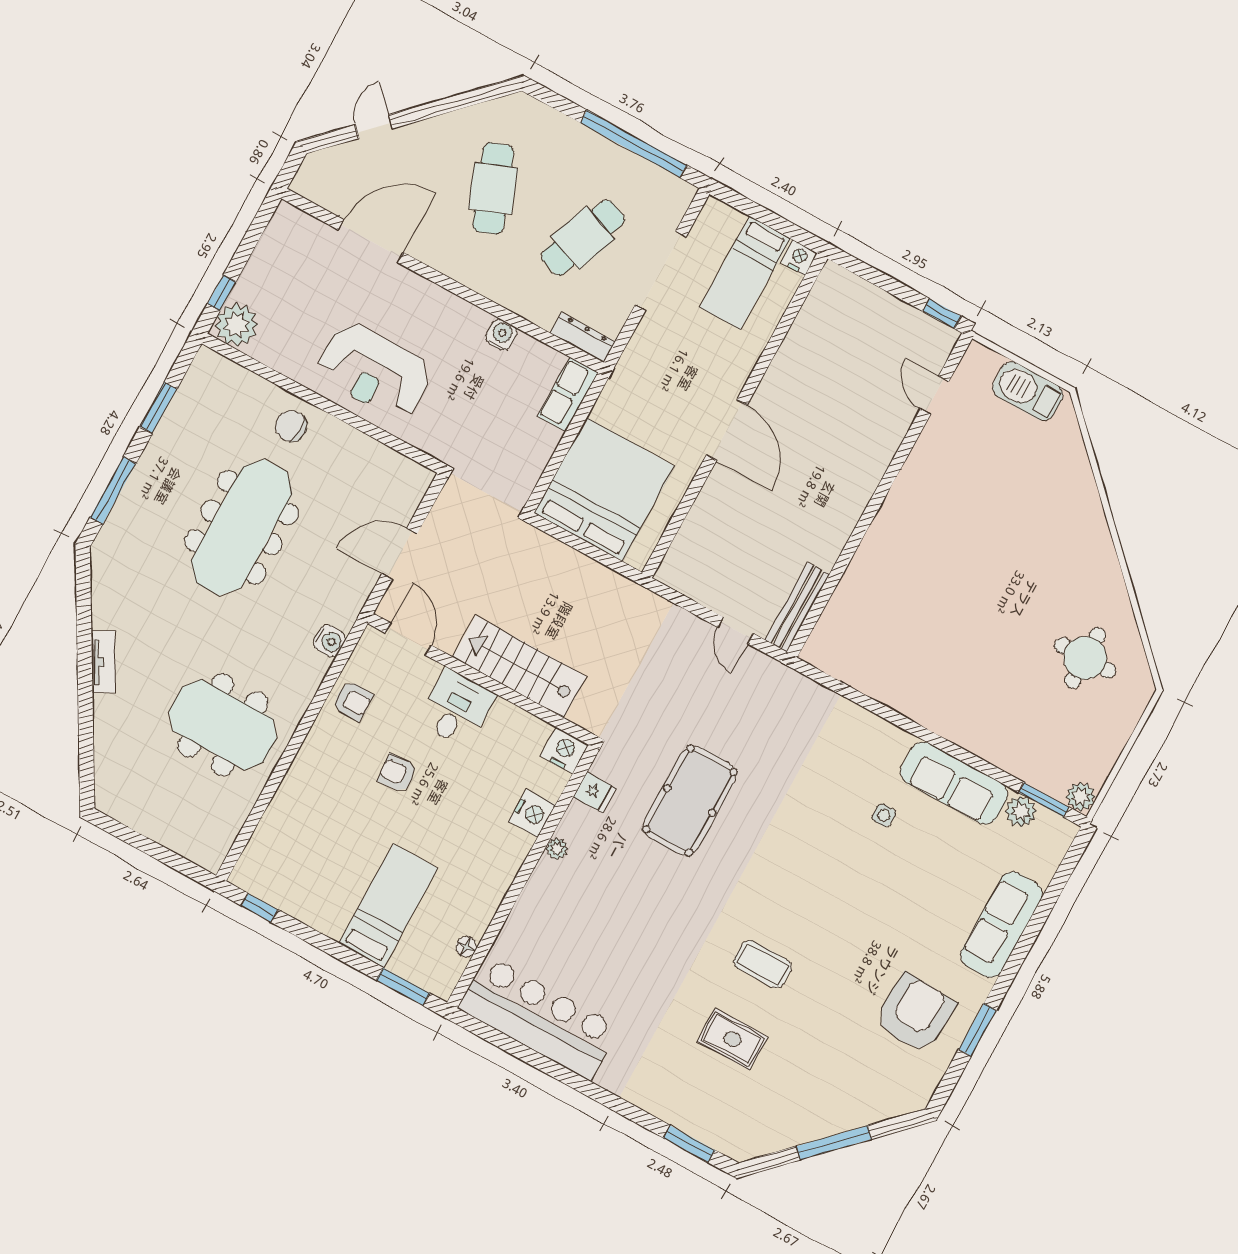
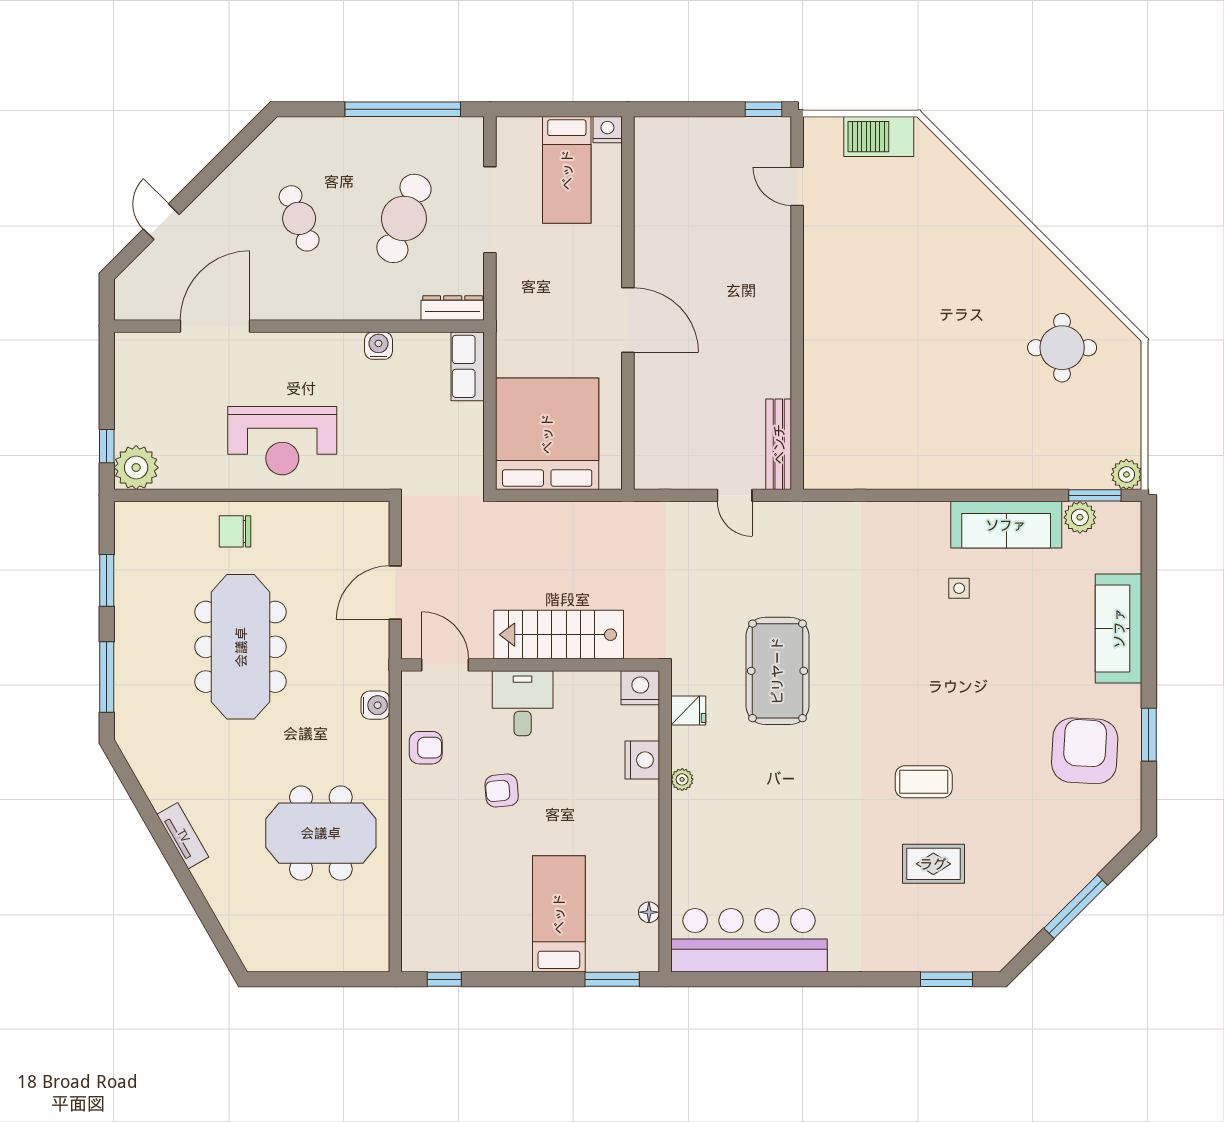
cafe table: (493, 188) -> (299, 218), width x0.73, depth x0.74

